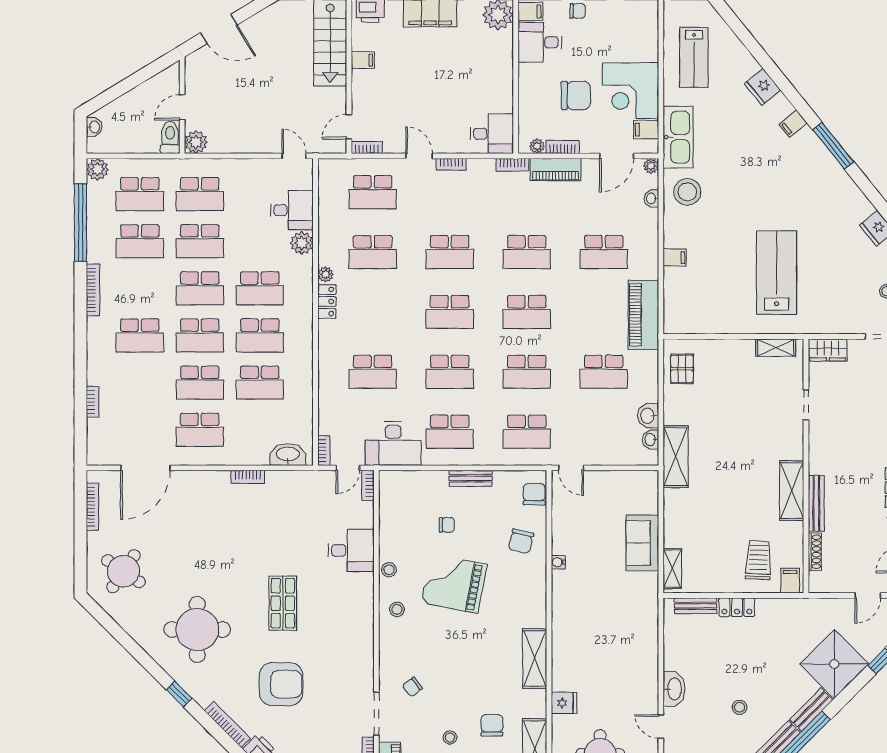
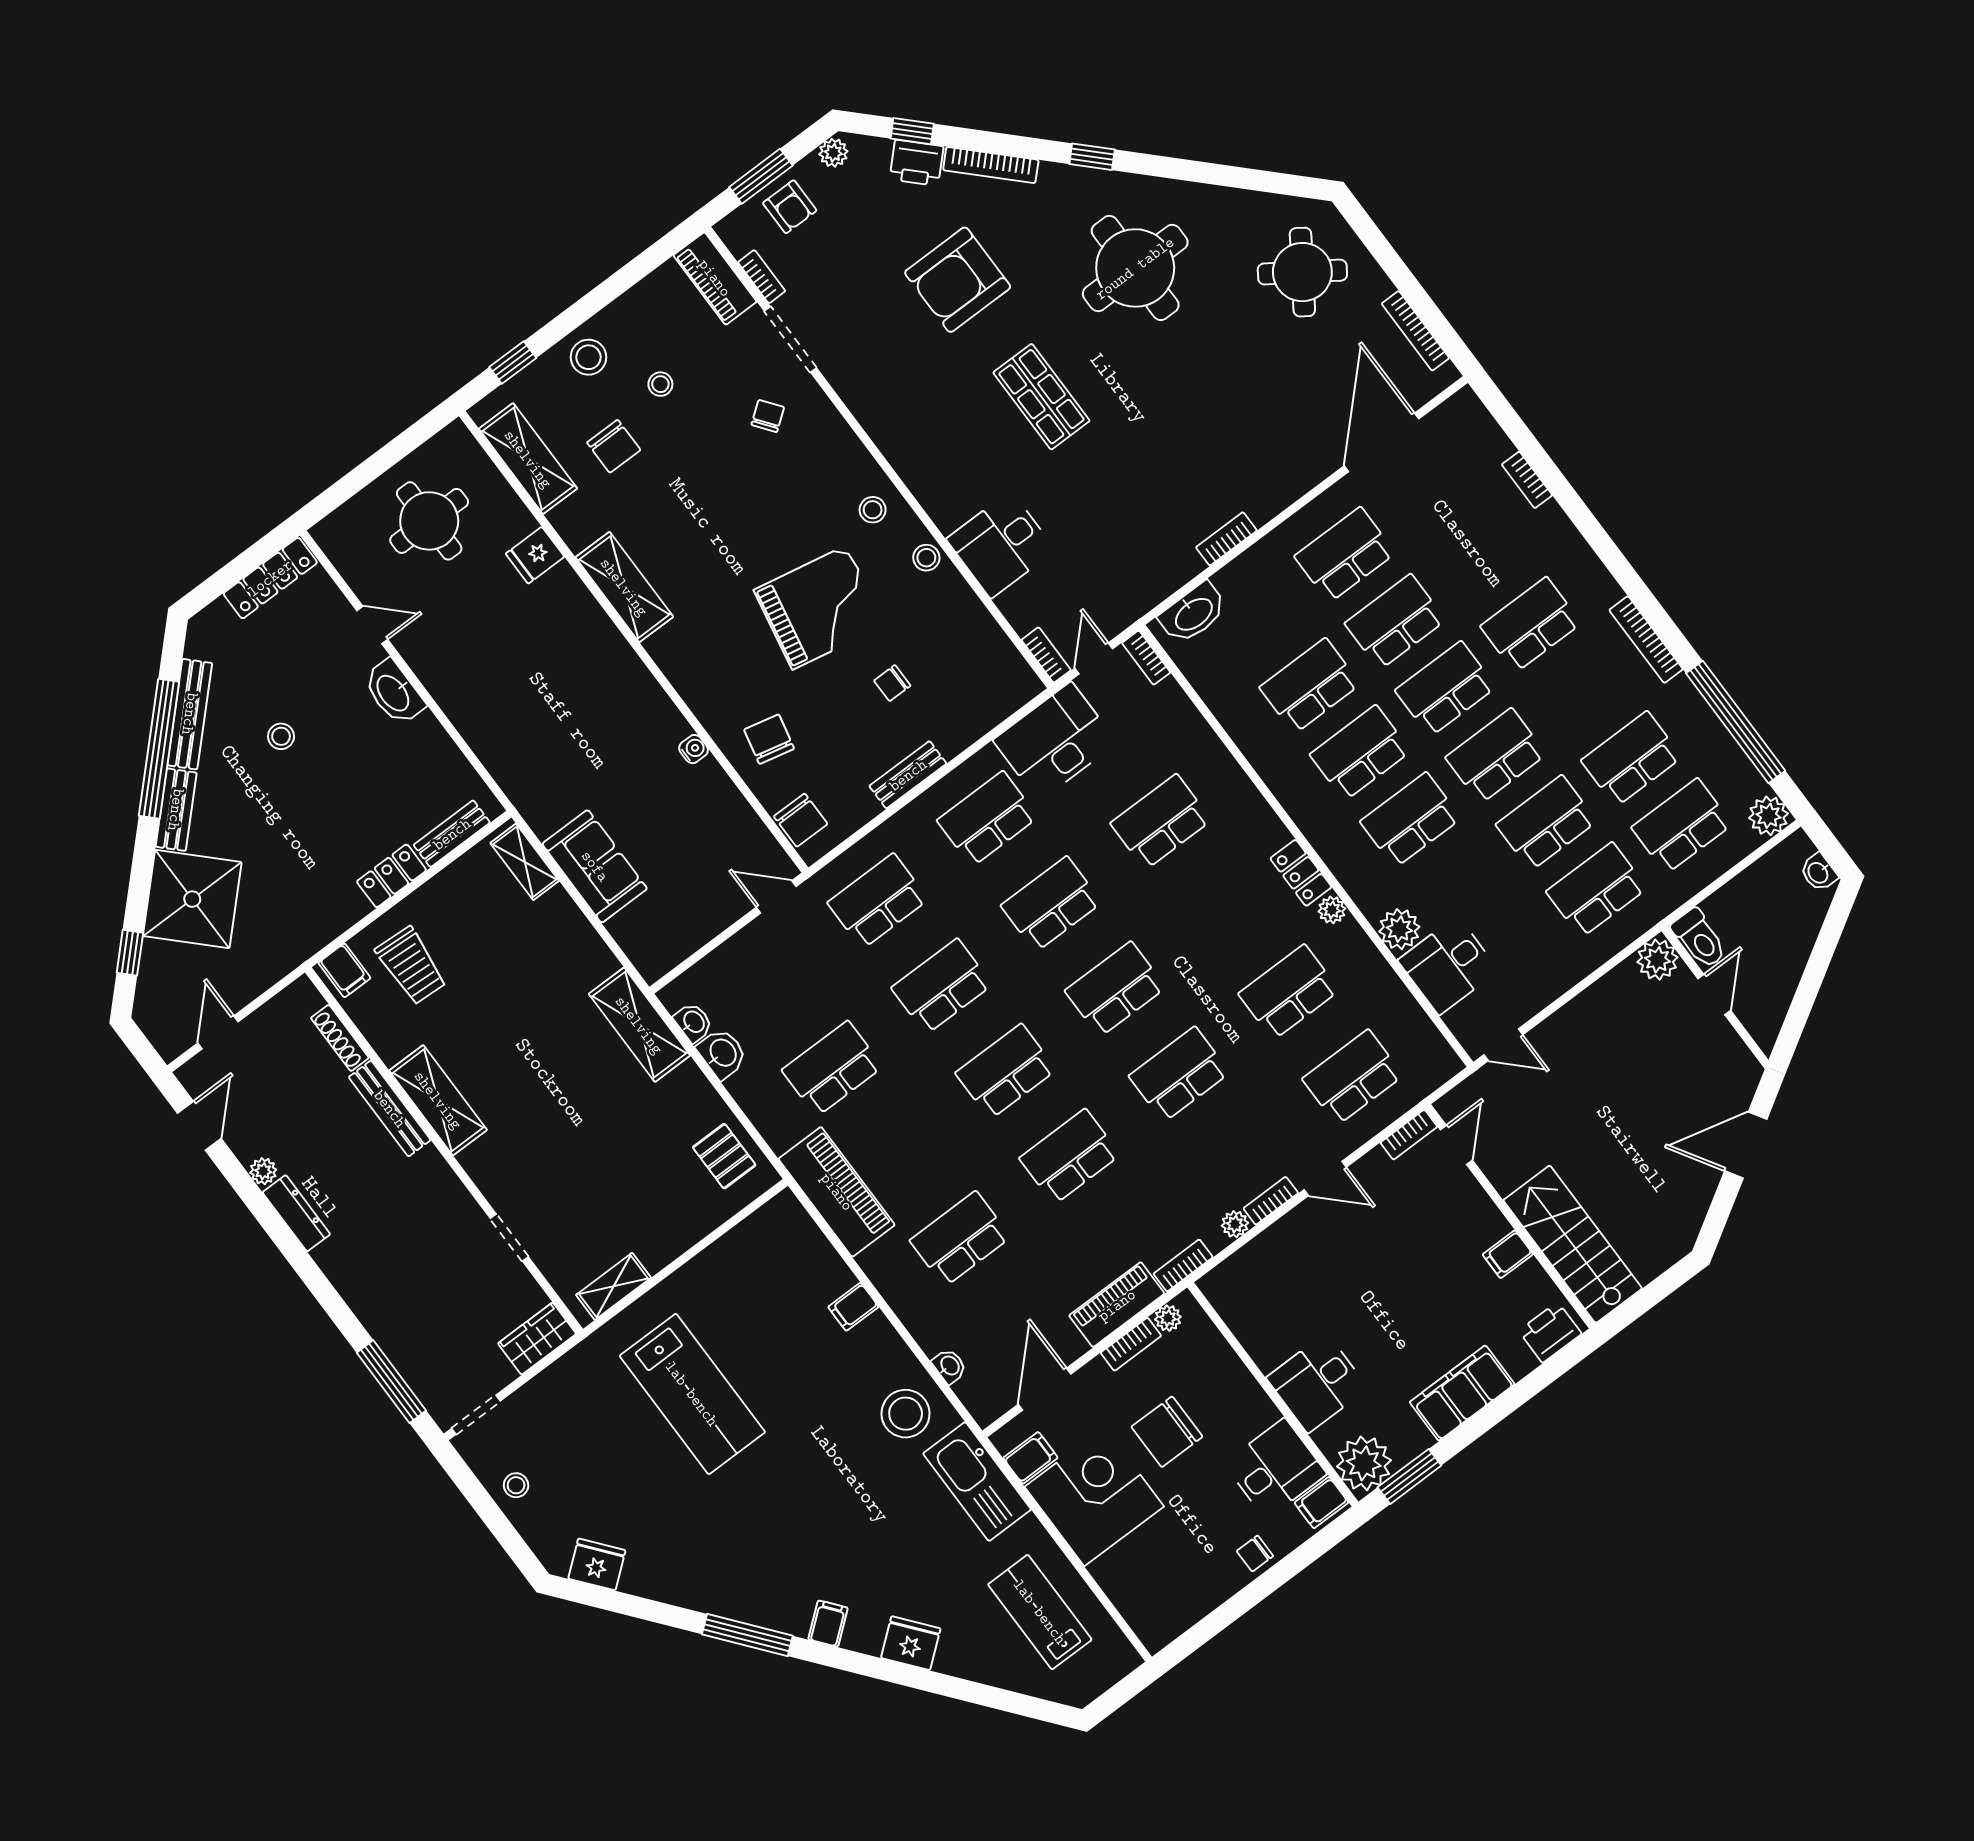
desk: (492, 134) -> (1317, 1383), moved
plant: (651, 166) -> (1235, 1224), moved

